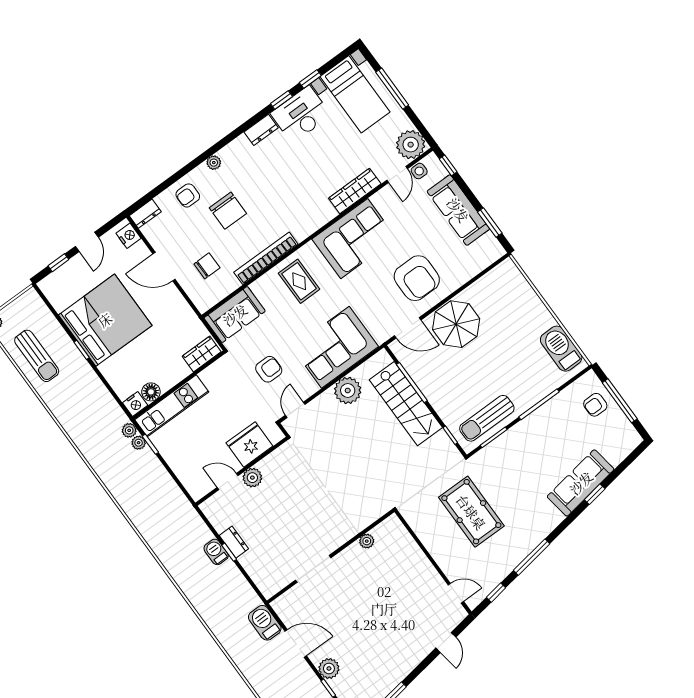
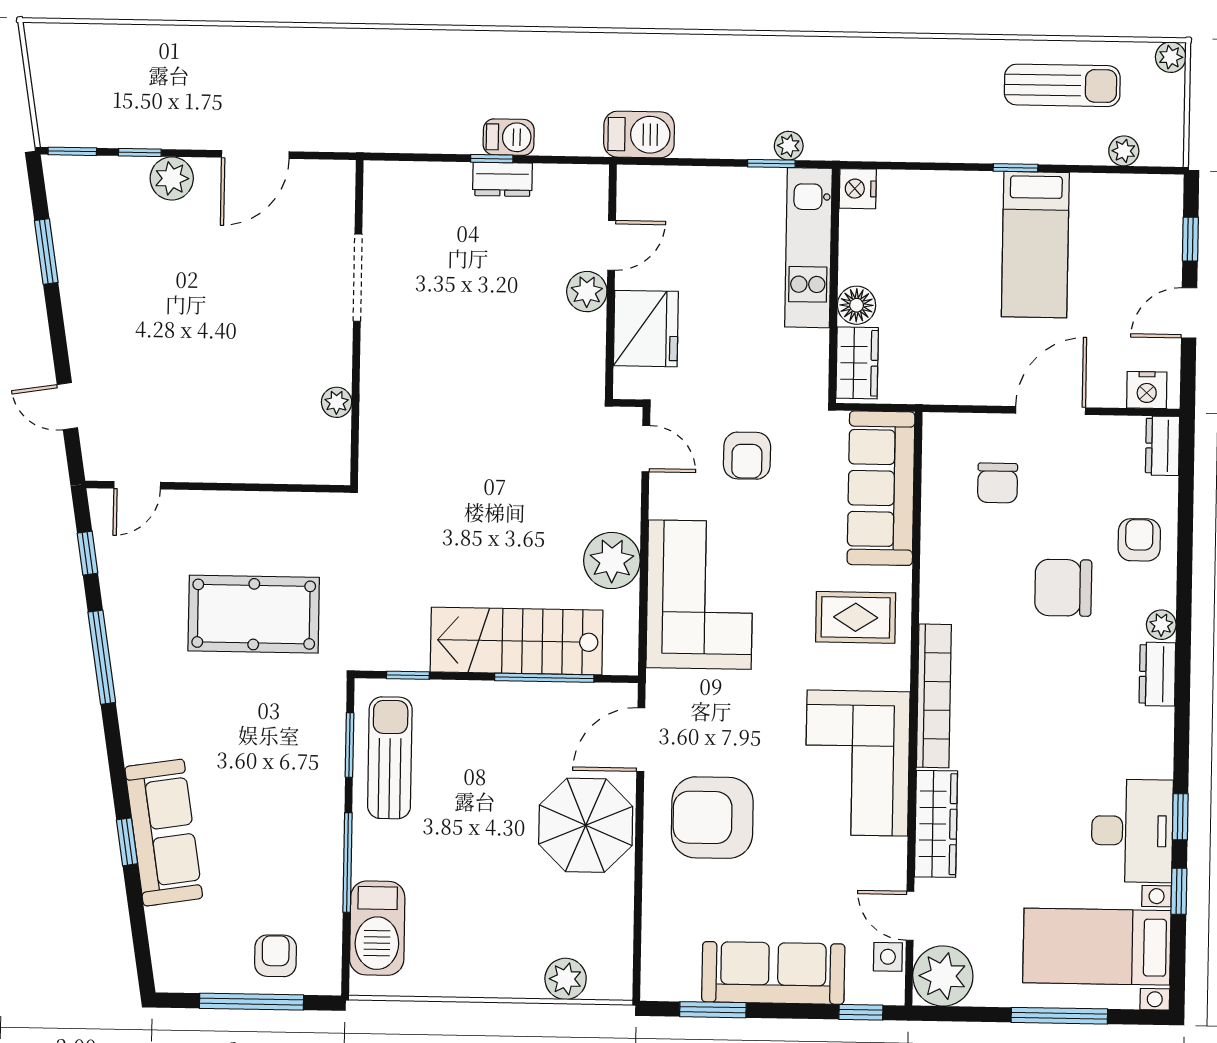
dresser: (261, 130) -> (1157, 674), moved
door: (87, 242) -> (1189, 313), hinge flipped
bookcase: (266, 258) -> (934, 696), moved
plant: (521, 288) -> (566, 979), added
sofa: (235, 315) -> (881, 488), width x1.36
bed: (105, 320) -> (1035, 245), width x0.49
barbecue: (561, 349) -> (377, 928), moved, turned 90
sun lounger: (37, 356) -> (1062, 85), turned 180
floor lamp: (151, 392) -> (857, 305), moved
plant: (129, 430) -> (1124, 151), moved
barbecue: (265, 623) -> (639, 134), moved

